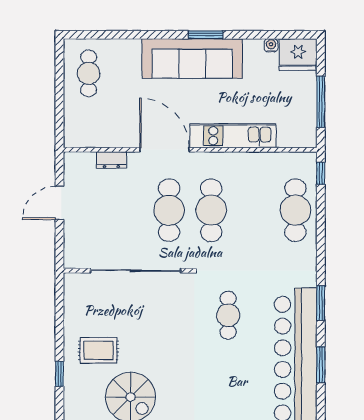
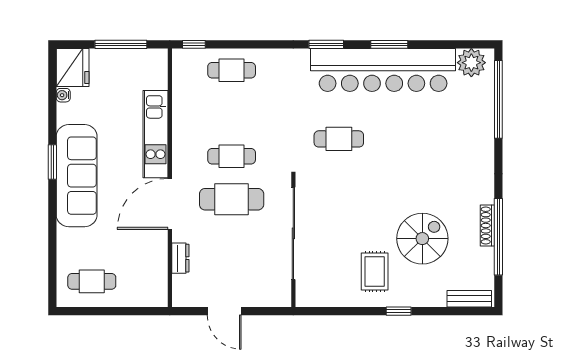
cafe table: (211, 210) -> (232, 156), width x0.73, depth x0.74
cafe table: (295, 210) -> (232, 70), width x0.73, depth x0.74

